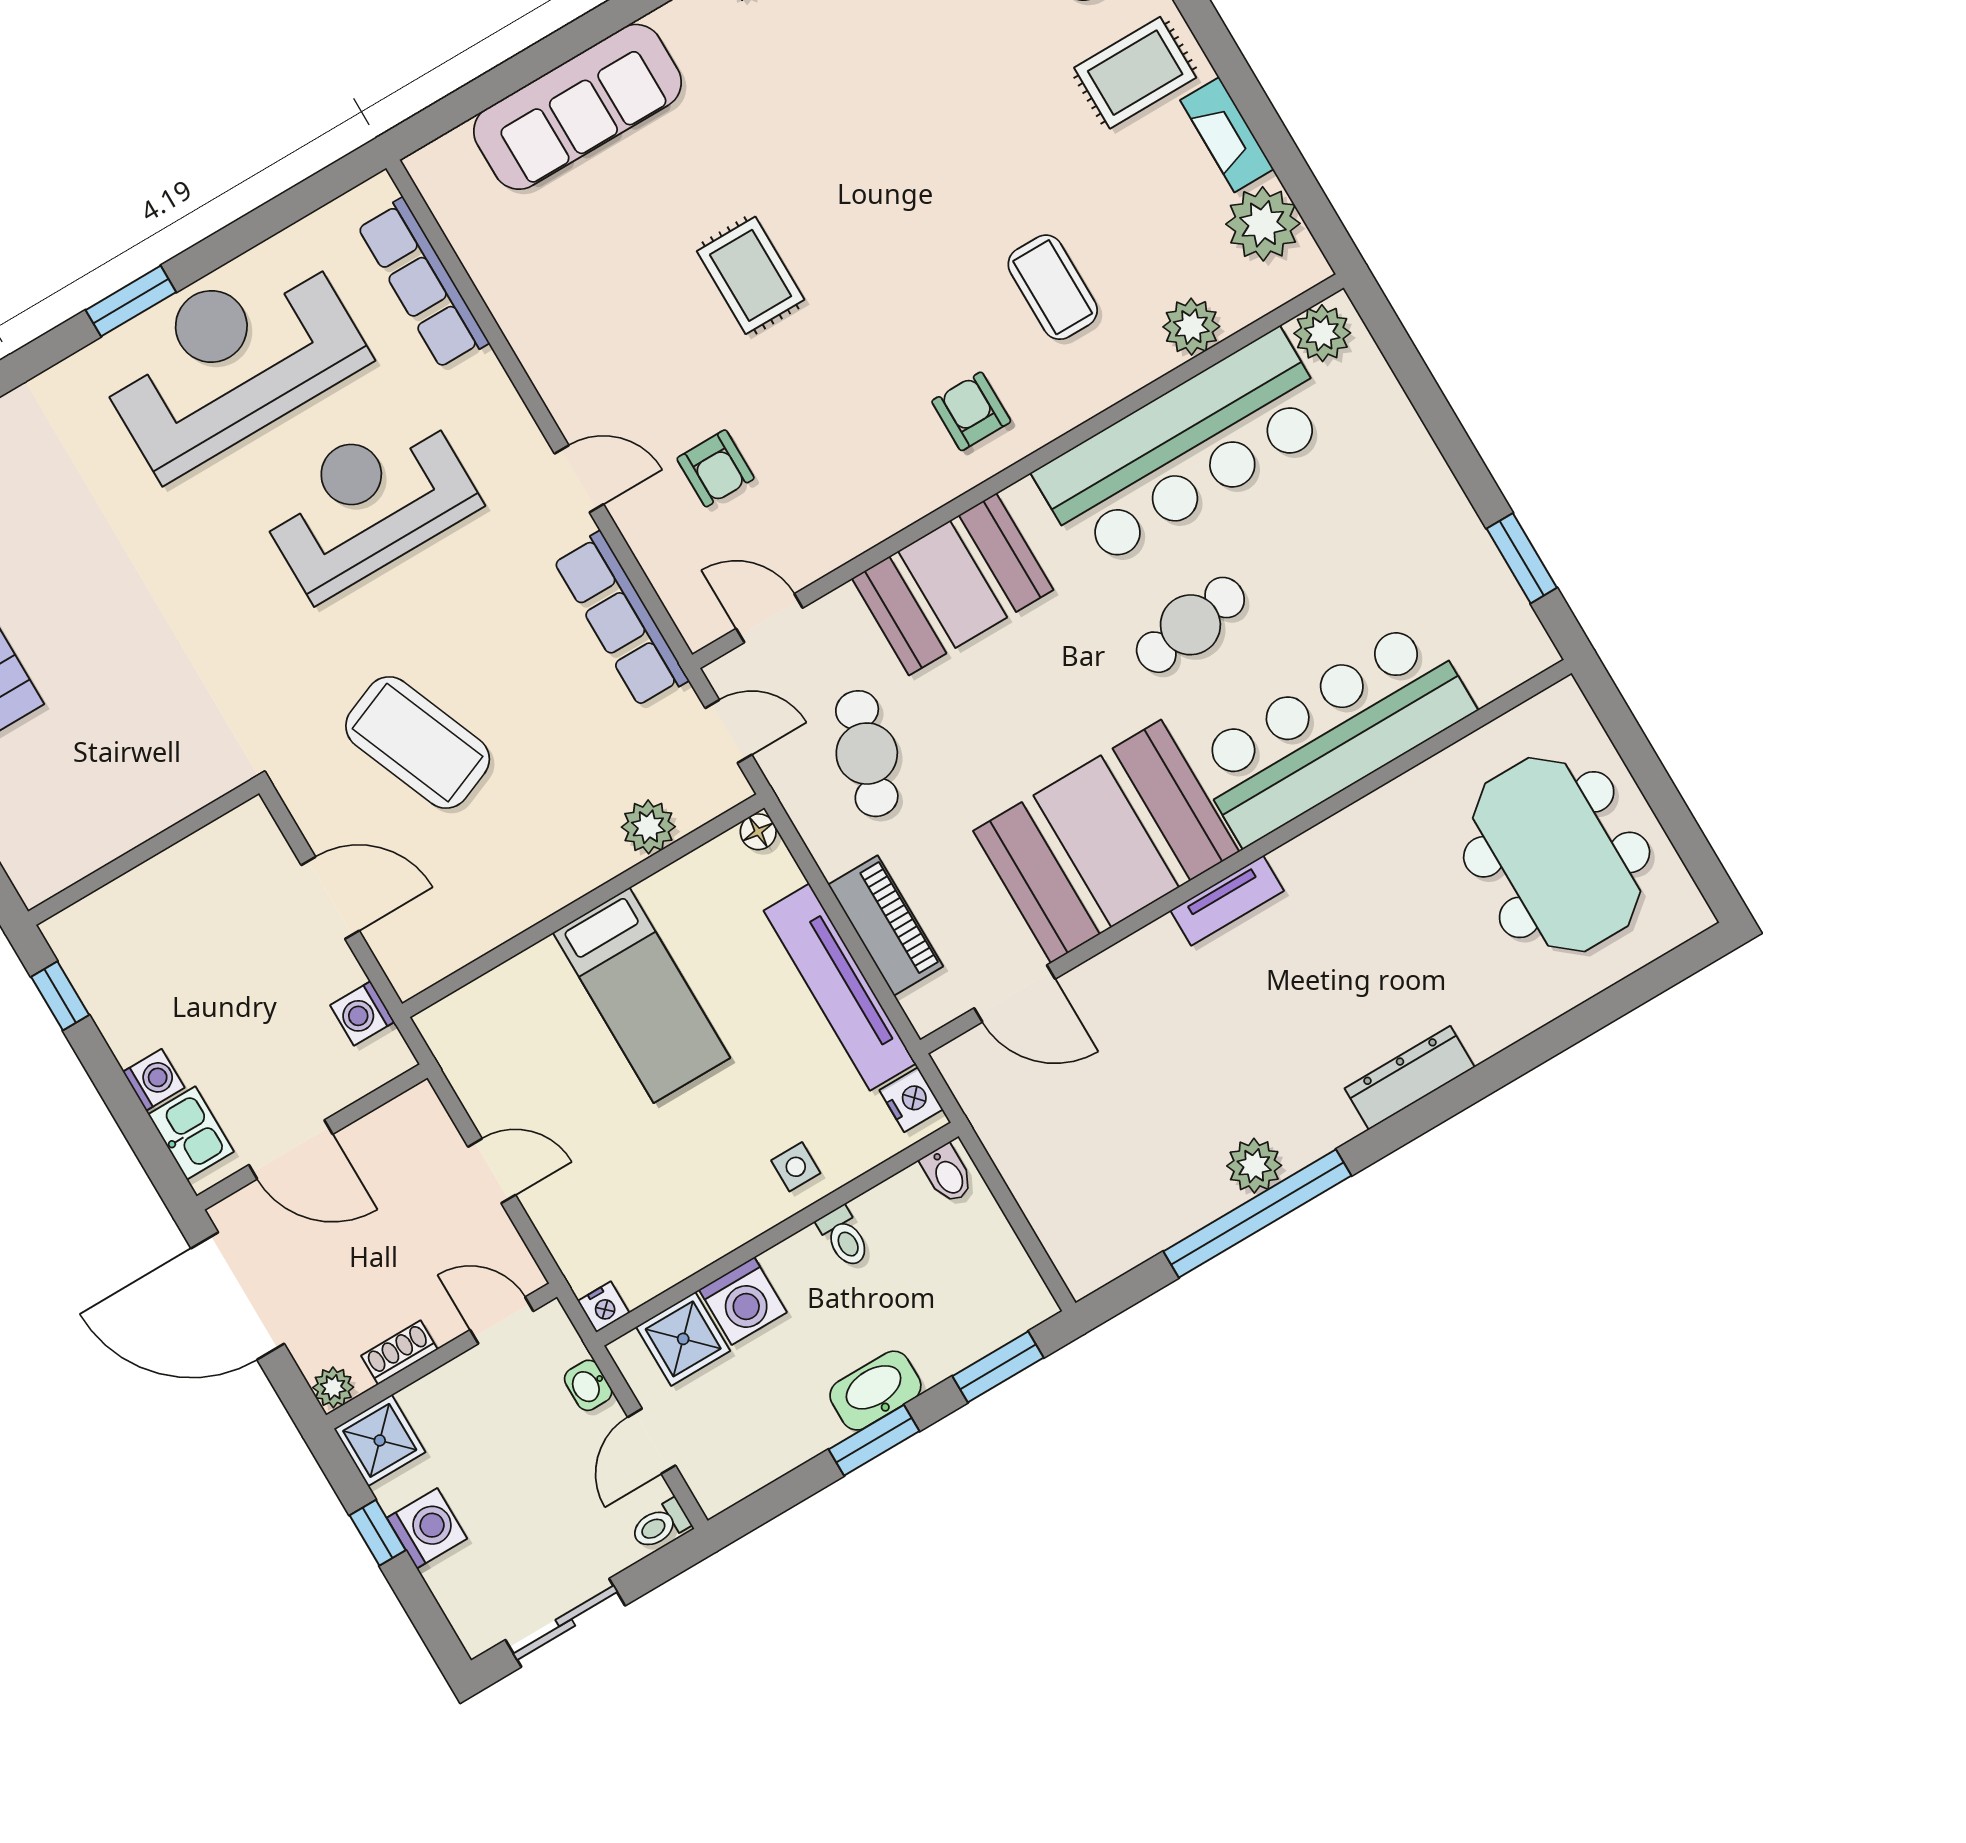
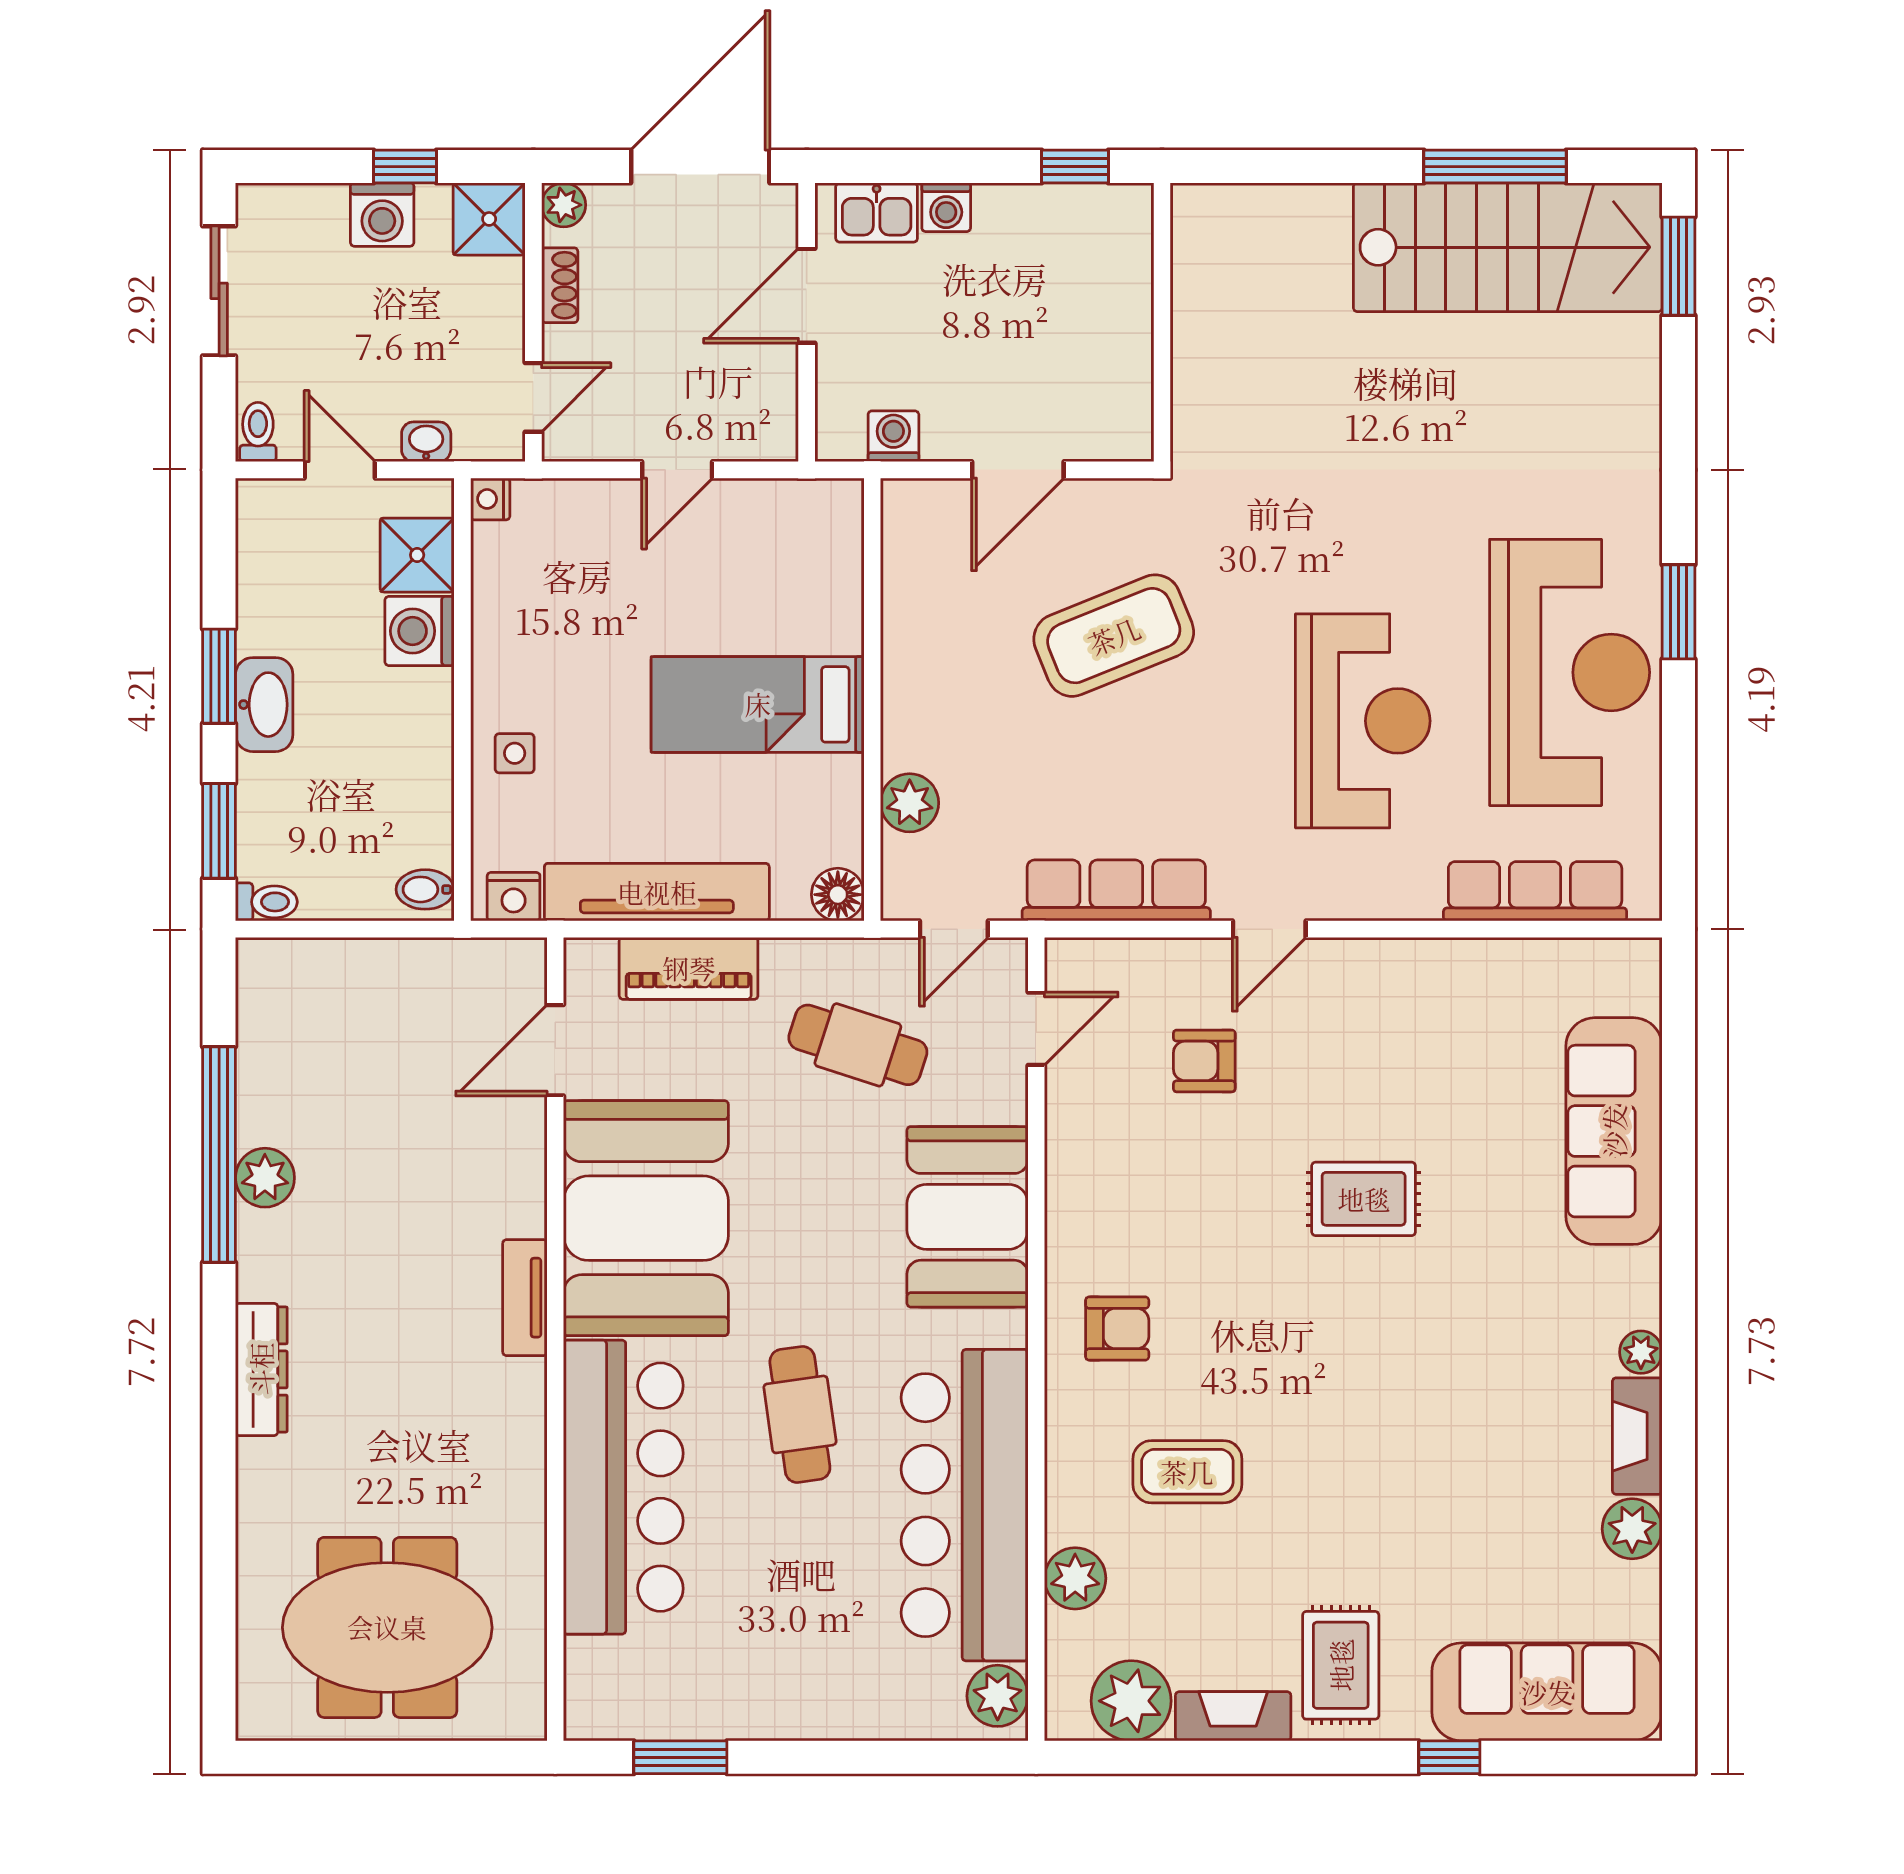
floor lamp: (758, 832) -> (838, 895), width x1.37, depth x1.37
toilet: (844, 1237) -> (266, 902), moved, turned 180

